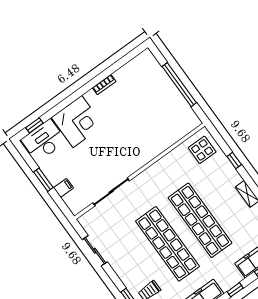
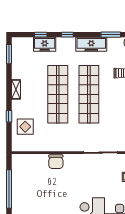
chair: (151, 149) -> (56, 162), added
display table: (202, 150) -> (25, 127), moved

